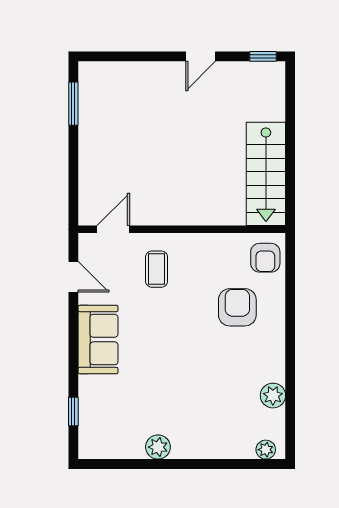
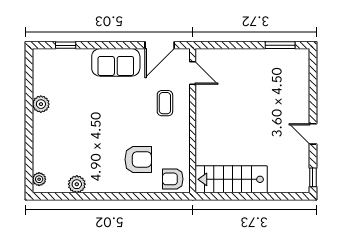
coffee table: (157, 269) -> (165, 103), turned 90
door: (73, 277) -> (160, 45), width x1.38

